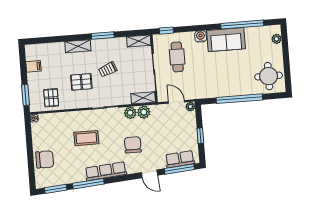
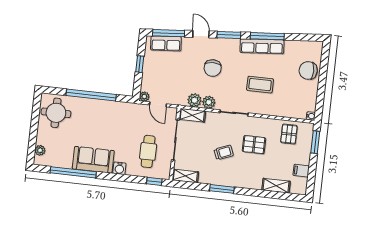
shelving: (78, 46) -> (276, 186), moved
row of seats: (106, 171) -> (262, 46), moved
window: (56, 189) -> (229, 35), moved

